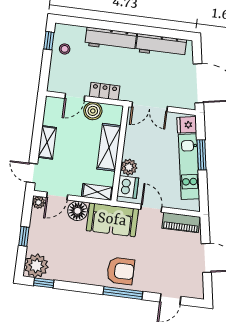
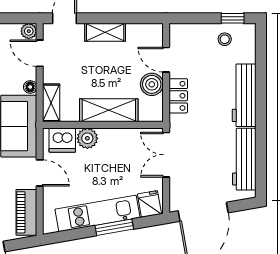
door: (151, 208) -> (40, 173), hinge flipped
floor lamp: (78, 211) -> (30, 87), width x0.53, depth x0.53

